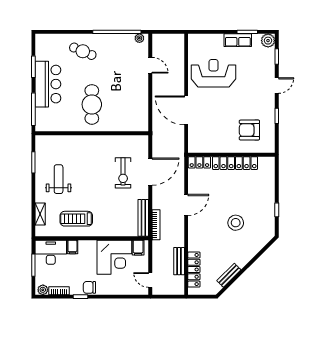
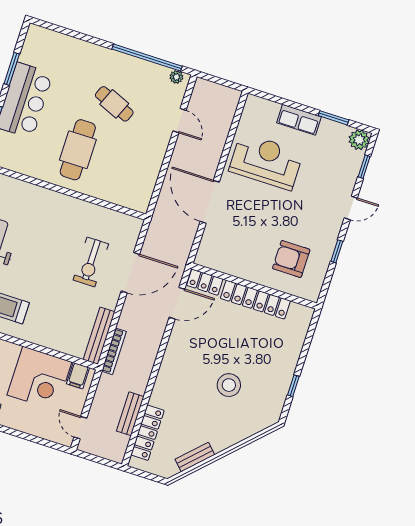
row of seats: (238, 40) -> (299, 120), moved
cafe table: (83, 51) -> (114, 104), moved
door: (186, 205) -> (177, 303), moved

